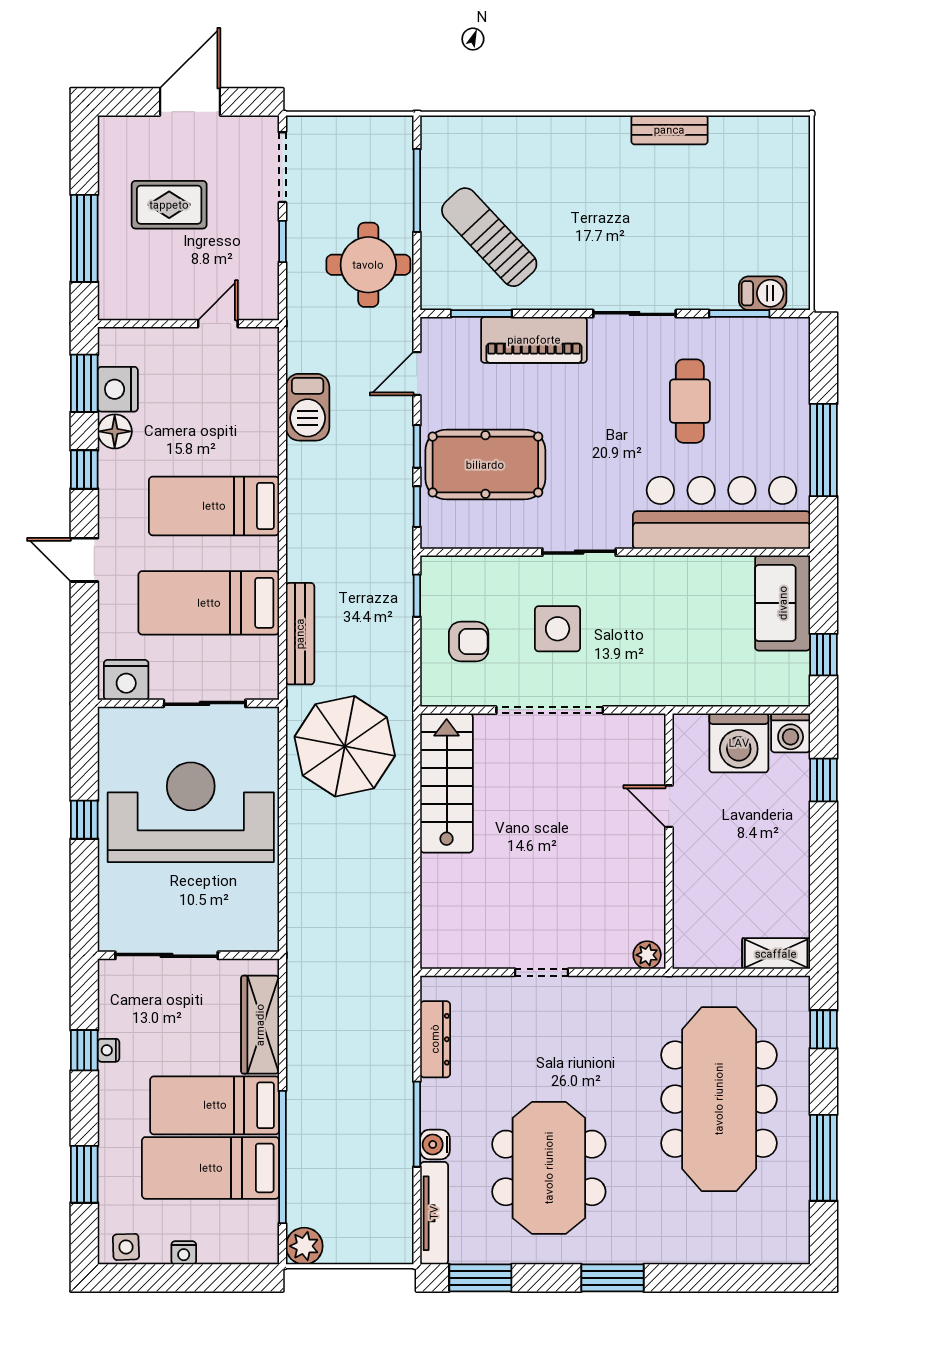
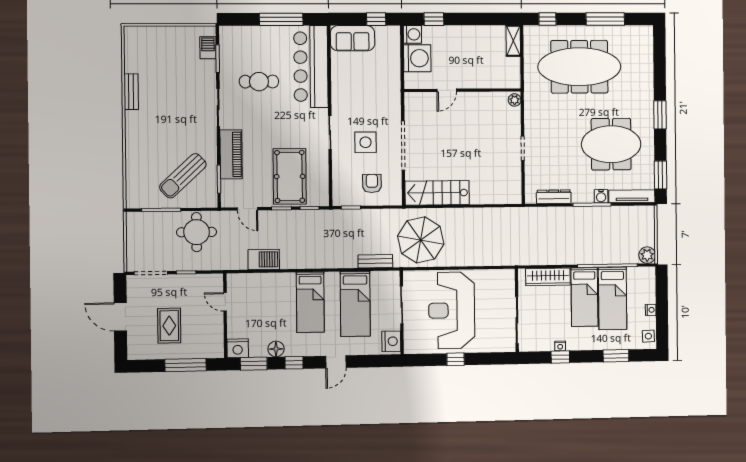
nightstand: (118, 389) -> (238, 348), moved
bench: (300, 634) -> (375, 261), width x0.73

